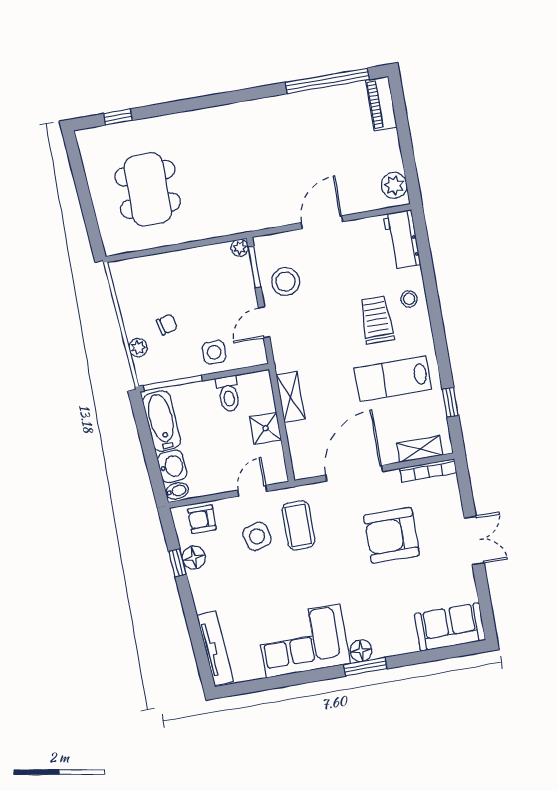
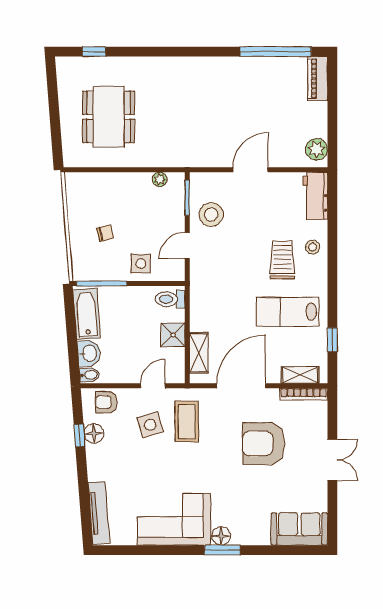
plant: (240, 248) -> (160, 179), moved
plant: (138, 348) -> (78, 249), removed
toilet: (228, 394) -> (170, 299), moved, turned 90
shelving: (291, 397) -> (199, 353), moved

